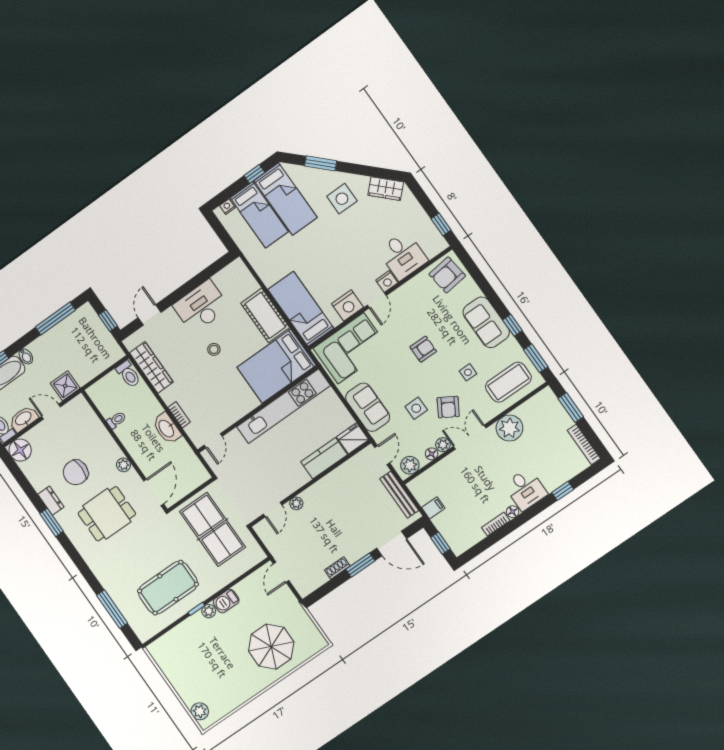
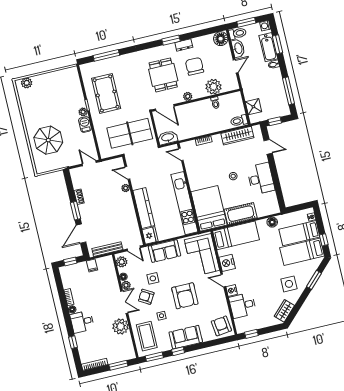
floor lamp: (259, 263) -> (272, 222), added
armchair: (423, 349) -> (185, 296), width x1.88, depth x1.88
shower: (65, 386) -> (253, 107), moved
washbasin: (167, 428) -> (168, 138), moved
plant: (94, 432) -> (213, 87), added
kitchen counter: (324, 458) -> (144, 208), width x1.50

